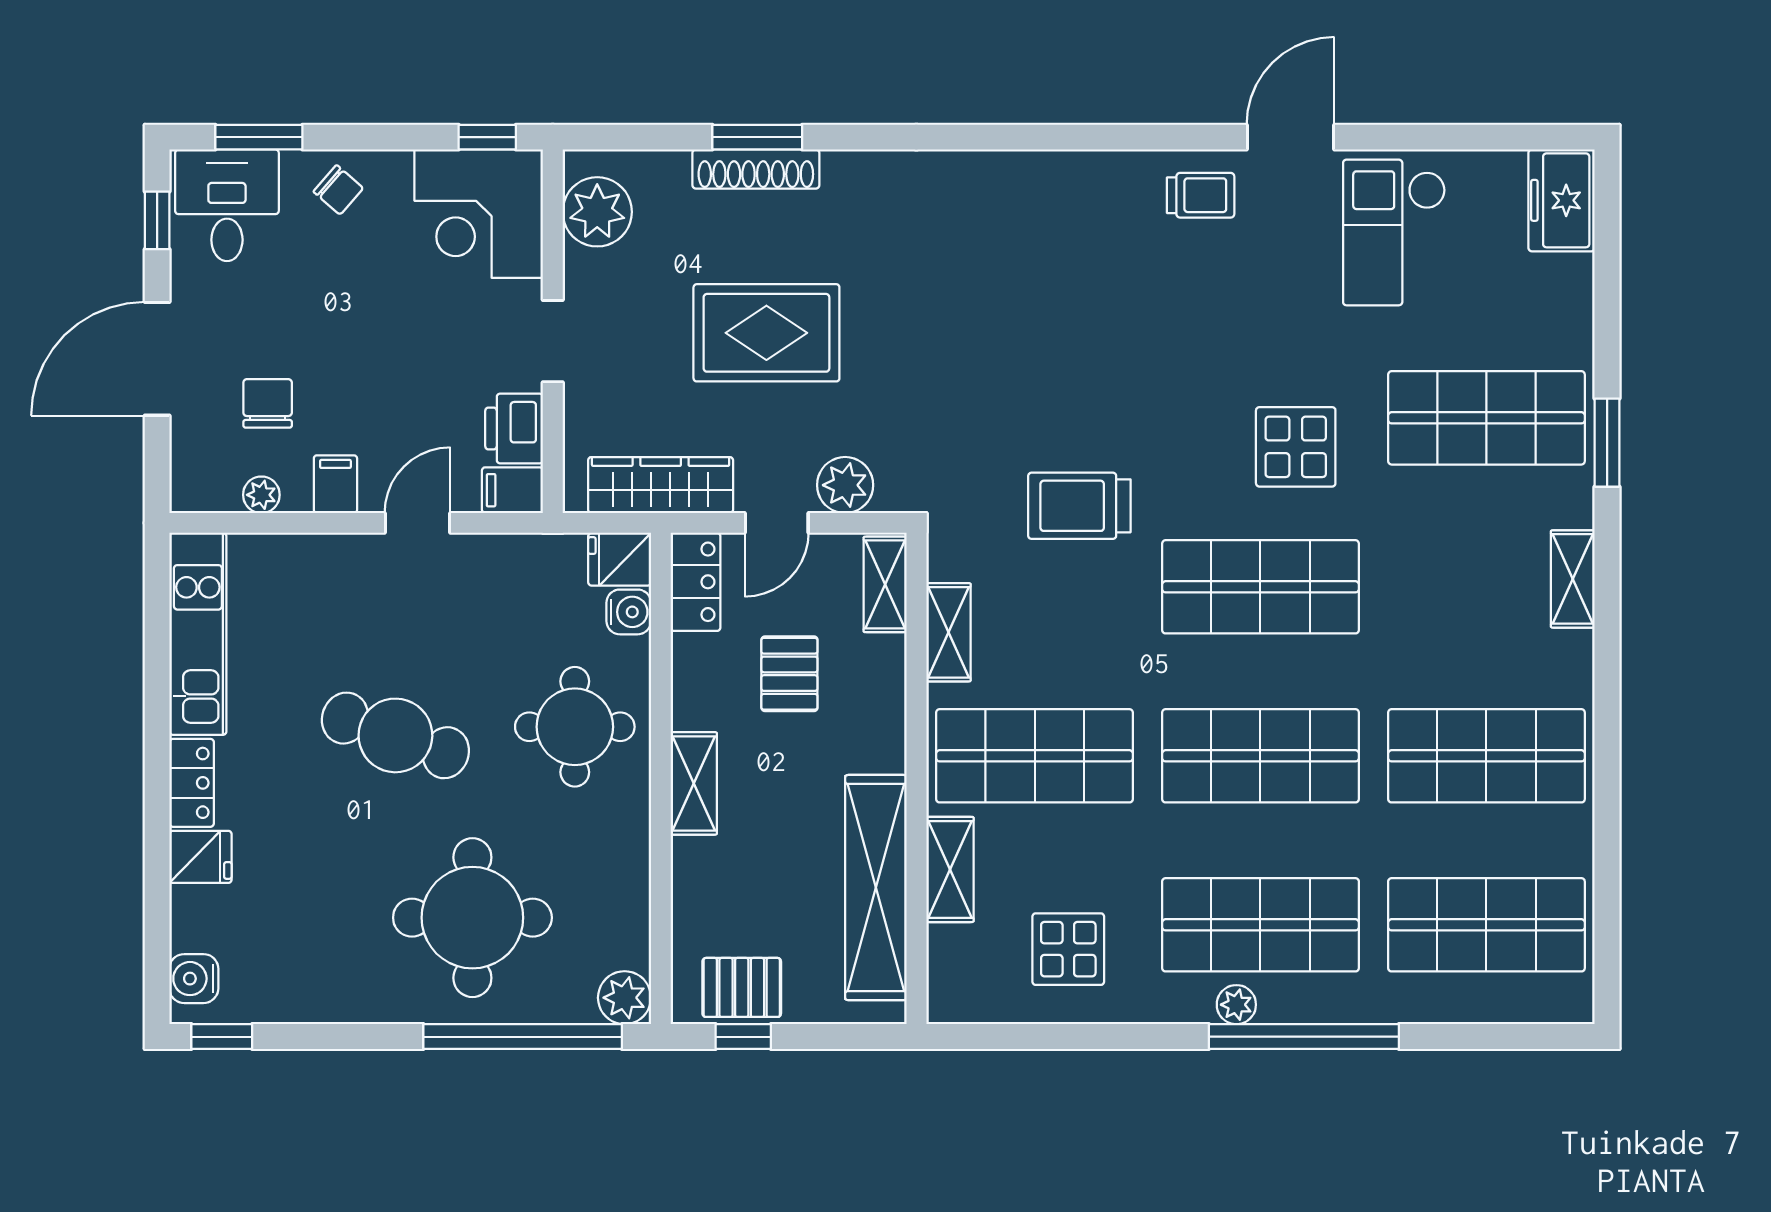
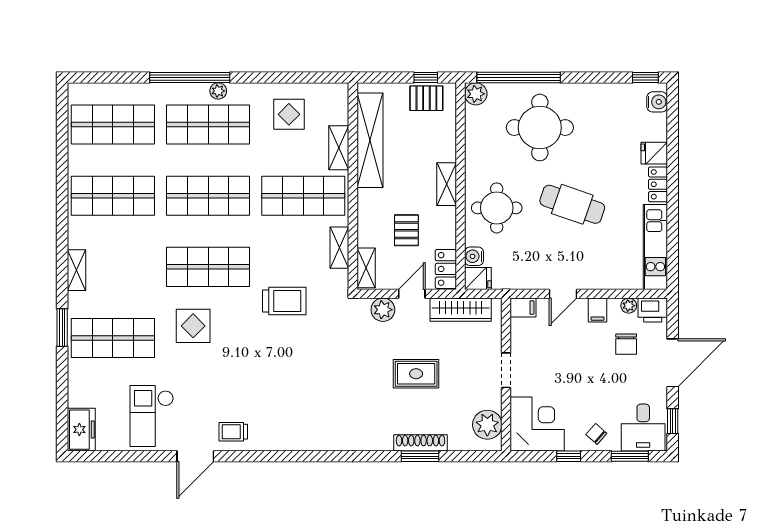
window: (487, 137) -> (569, 456), moved
checkout: (1394, 232) -> (152, 416), turned 180
rug: (766, 333) -> (416, 374), width x0.73, depth x0.70
printer: (514, 429) -> (653, 310), moved, turned 90

